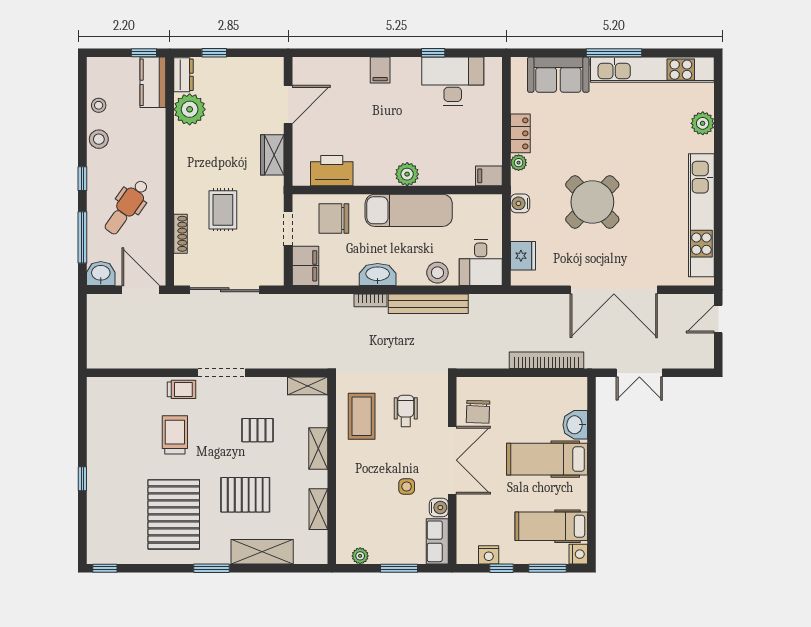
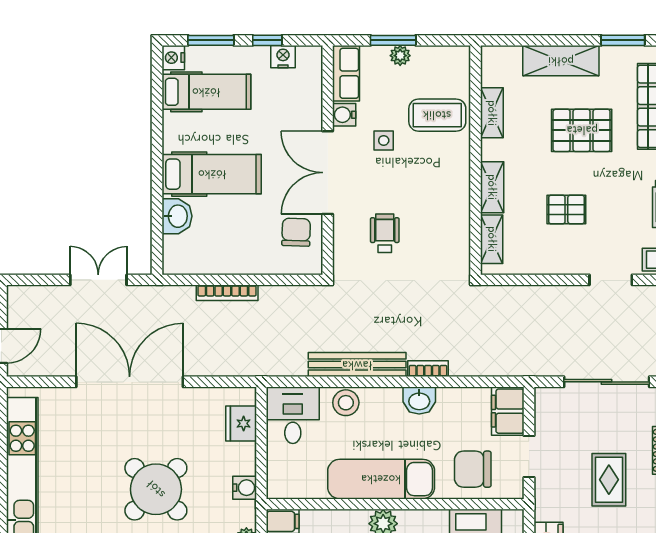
chair: (334, 218) -> (473, 469), turned 180
washbasin: (378, 274) -> (419, 401), width x0.72
bookcase: (546, 360) -> (227, 293), width x0.68, depth x0.76
doorway: (221, 373) -> (611, 280), width x0.73
shelving: (308, 386) -> (492, 239), moved, turned 90
wheelchair: (406, 411) -> (385, 233), turned 180
coffee table: (362, 416) -> (437, 115), moved, turned 90
plant: (360, 556) -> (400, 56), moved

